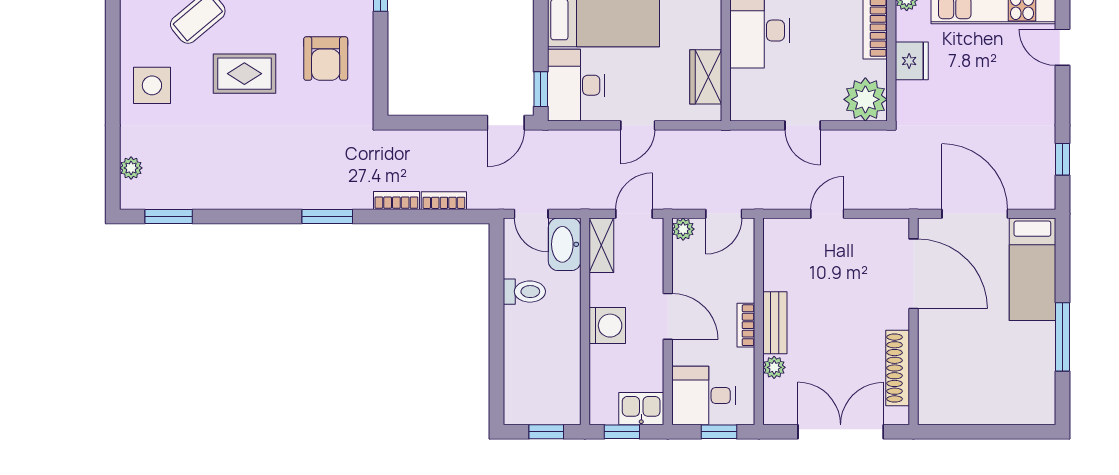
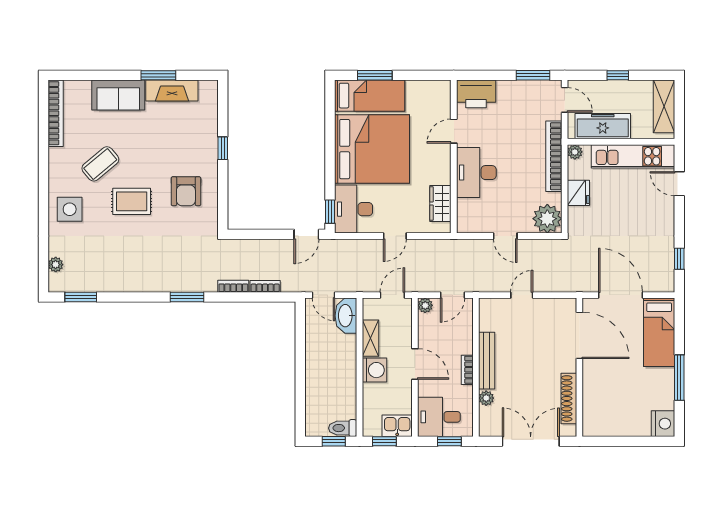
shelving: (601, 245) -> (370, 338), moved
toilet: (524, 292) -> (343, 428), moved, turned 180
bench: (775, 323) -> (487, 361), width x1.36
nightstand: (1038, 406) -> (663, 424), added

